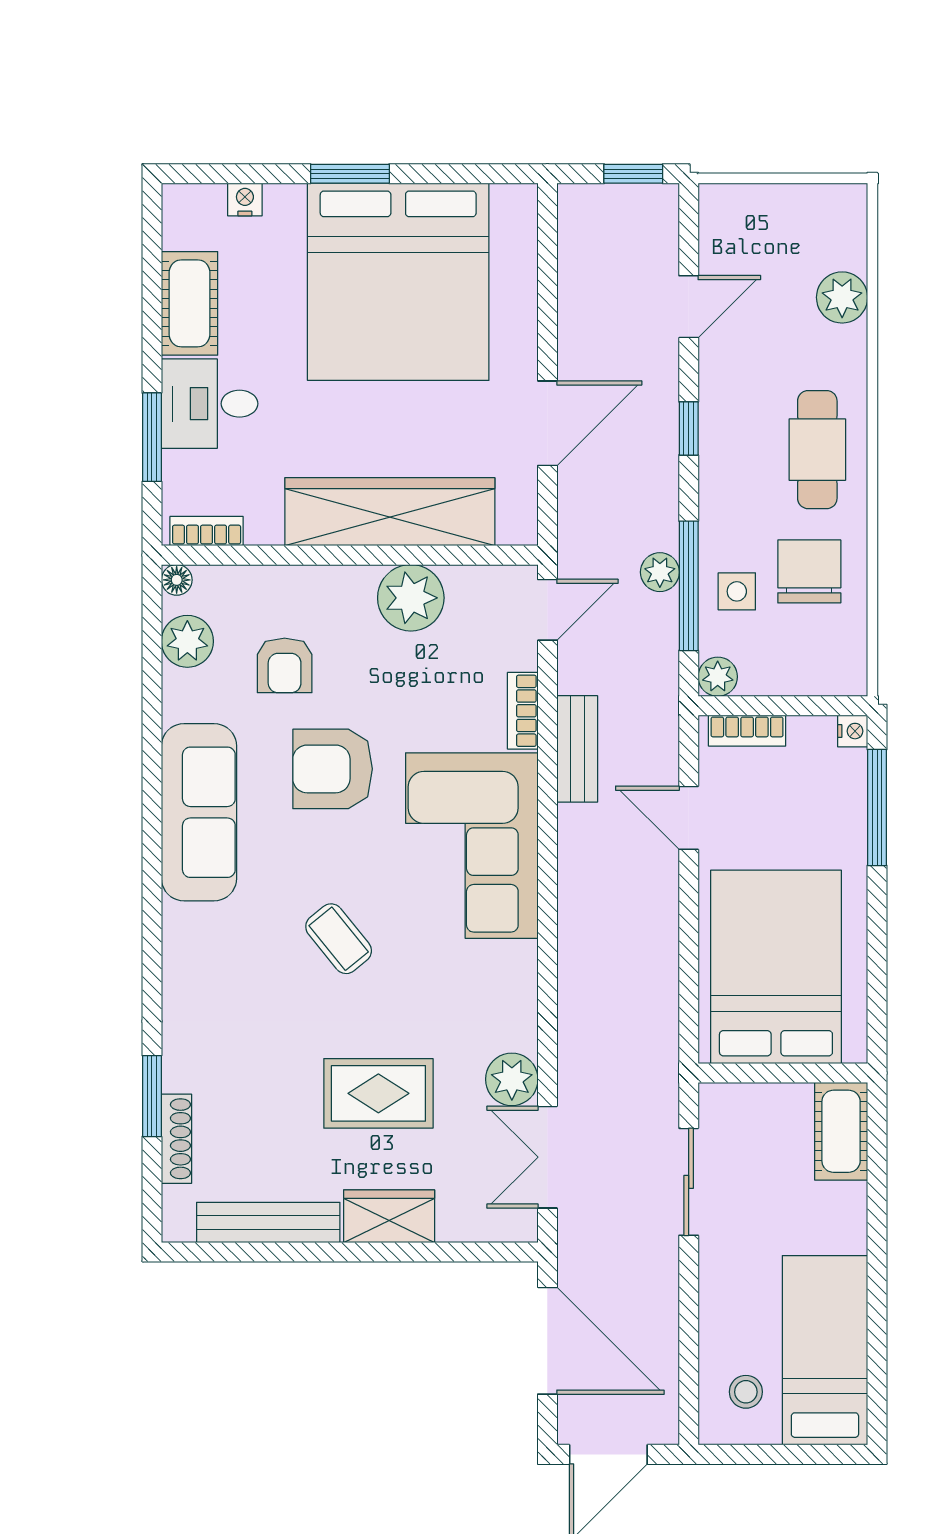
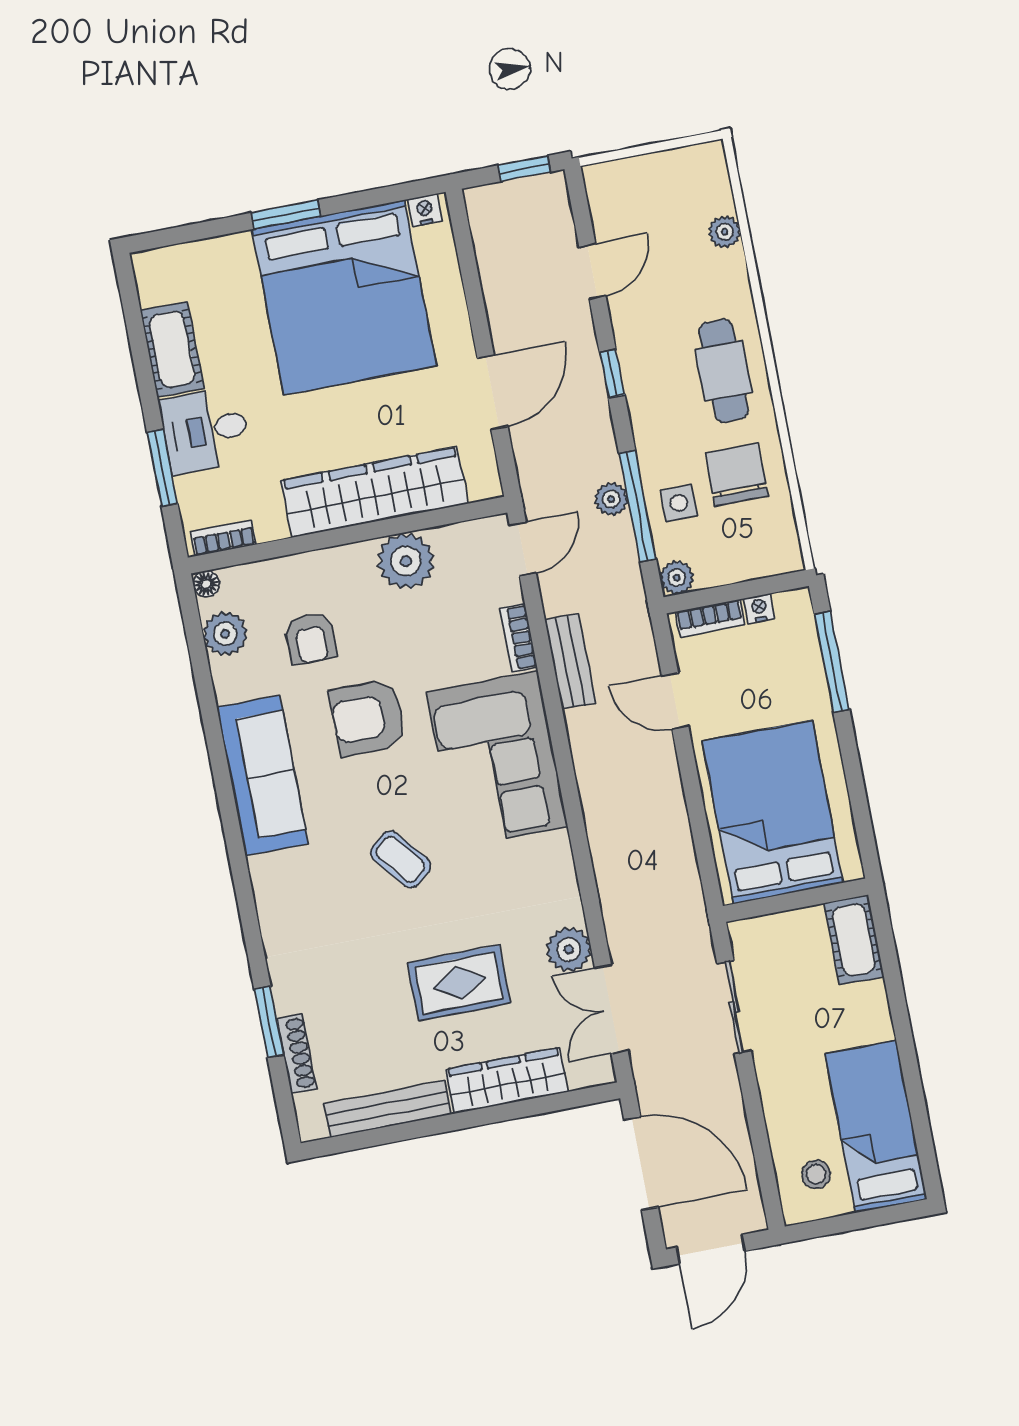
nightstand: (245, 199) -> (425, 210), moved
plant: (842, 297) -> (725, 232), width x0.73, depth x0.73
nightstand: (853, 731) -> (759, 608), moved, turned -90
wardrobe: (389, 1216) -> (507, 1081), width x1.50

